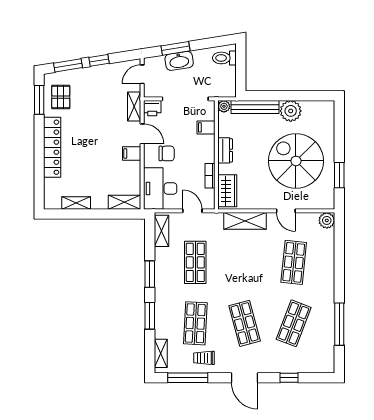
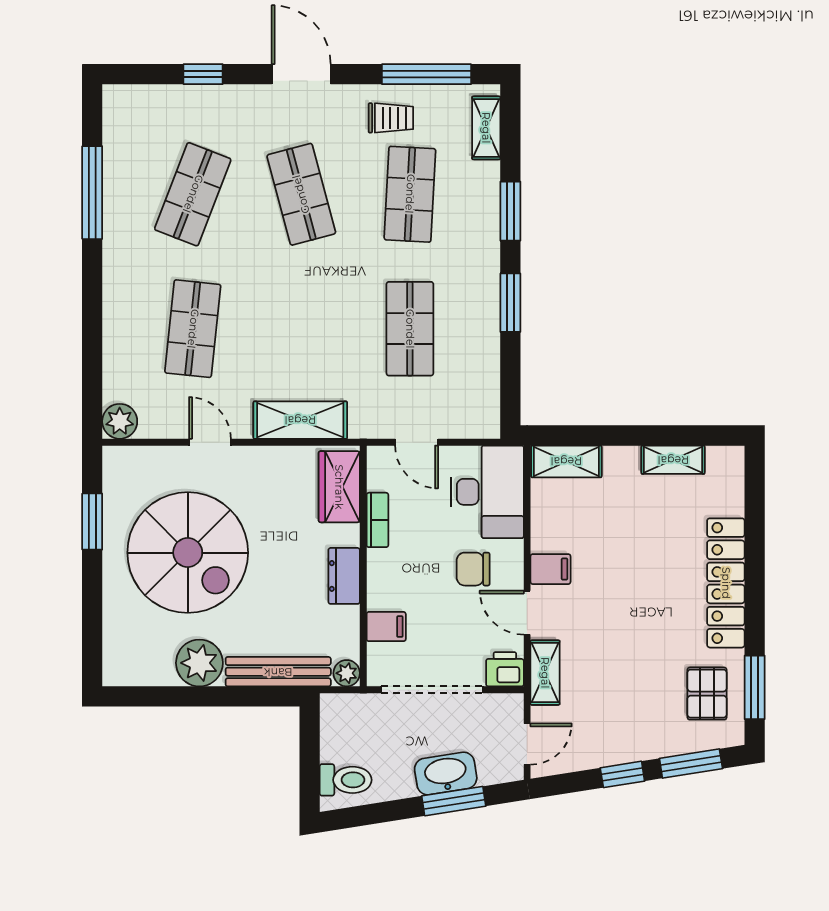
shelving: (161, 231) -> (485, 398), removed

